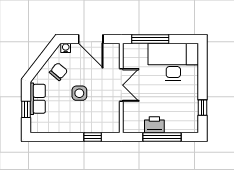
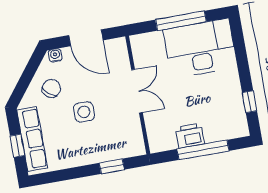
window: (150, 39) -> (181, 21), moved
row of seats: (38, 99) -> (32, 139), width x1.48

